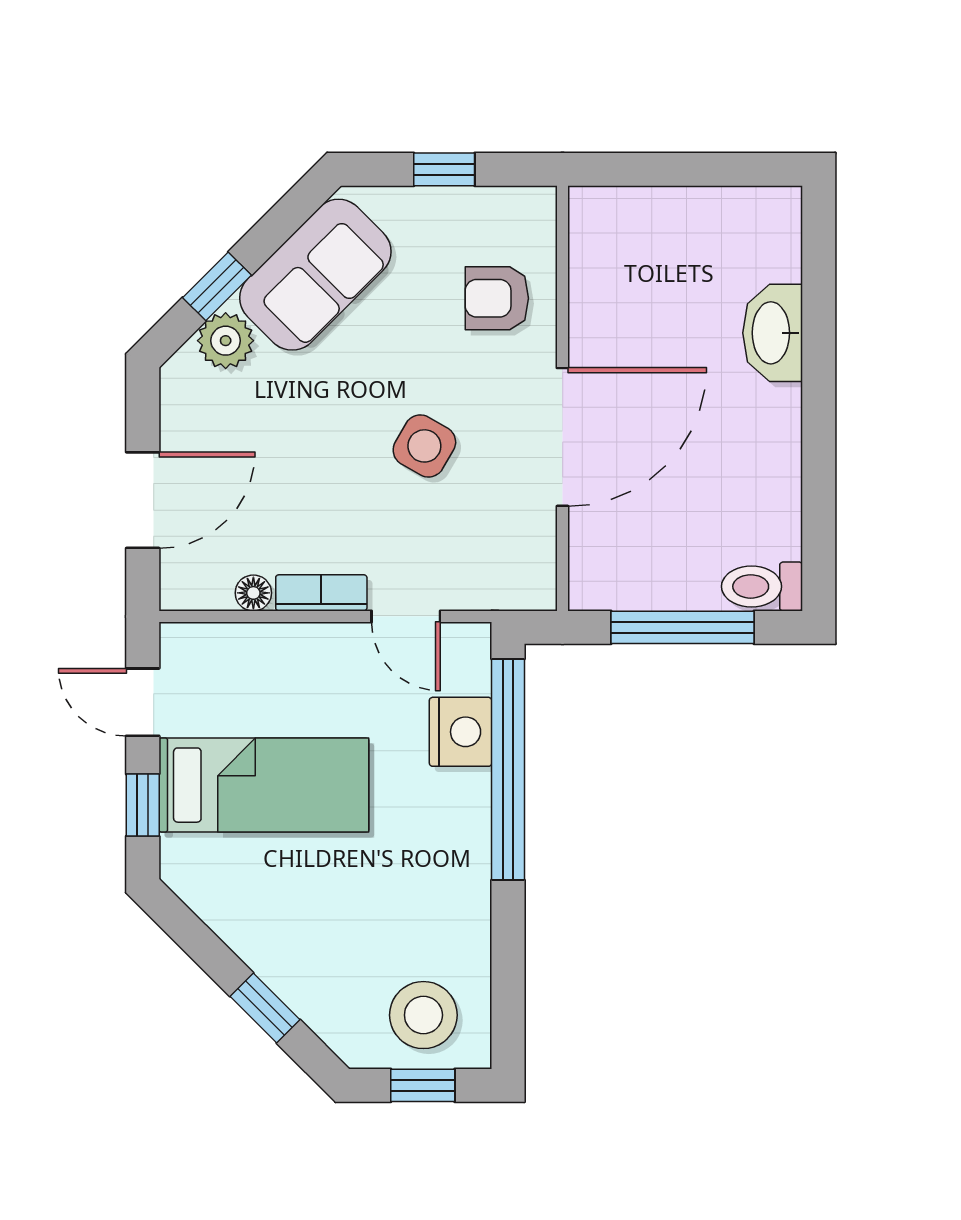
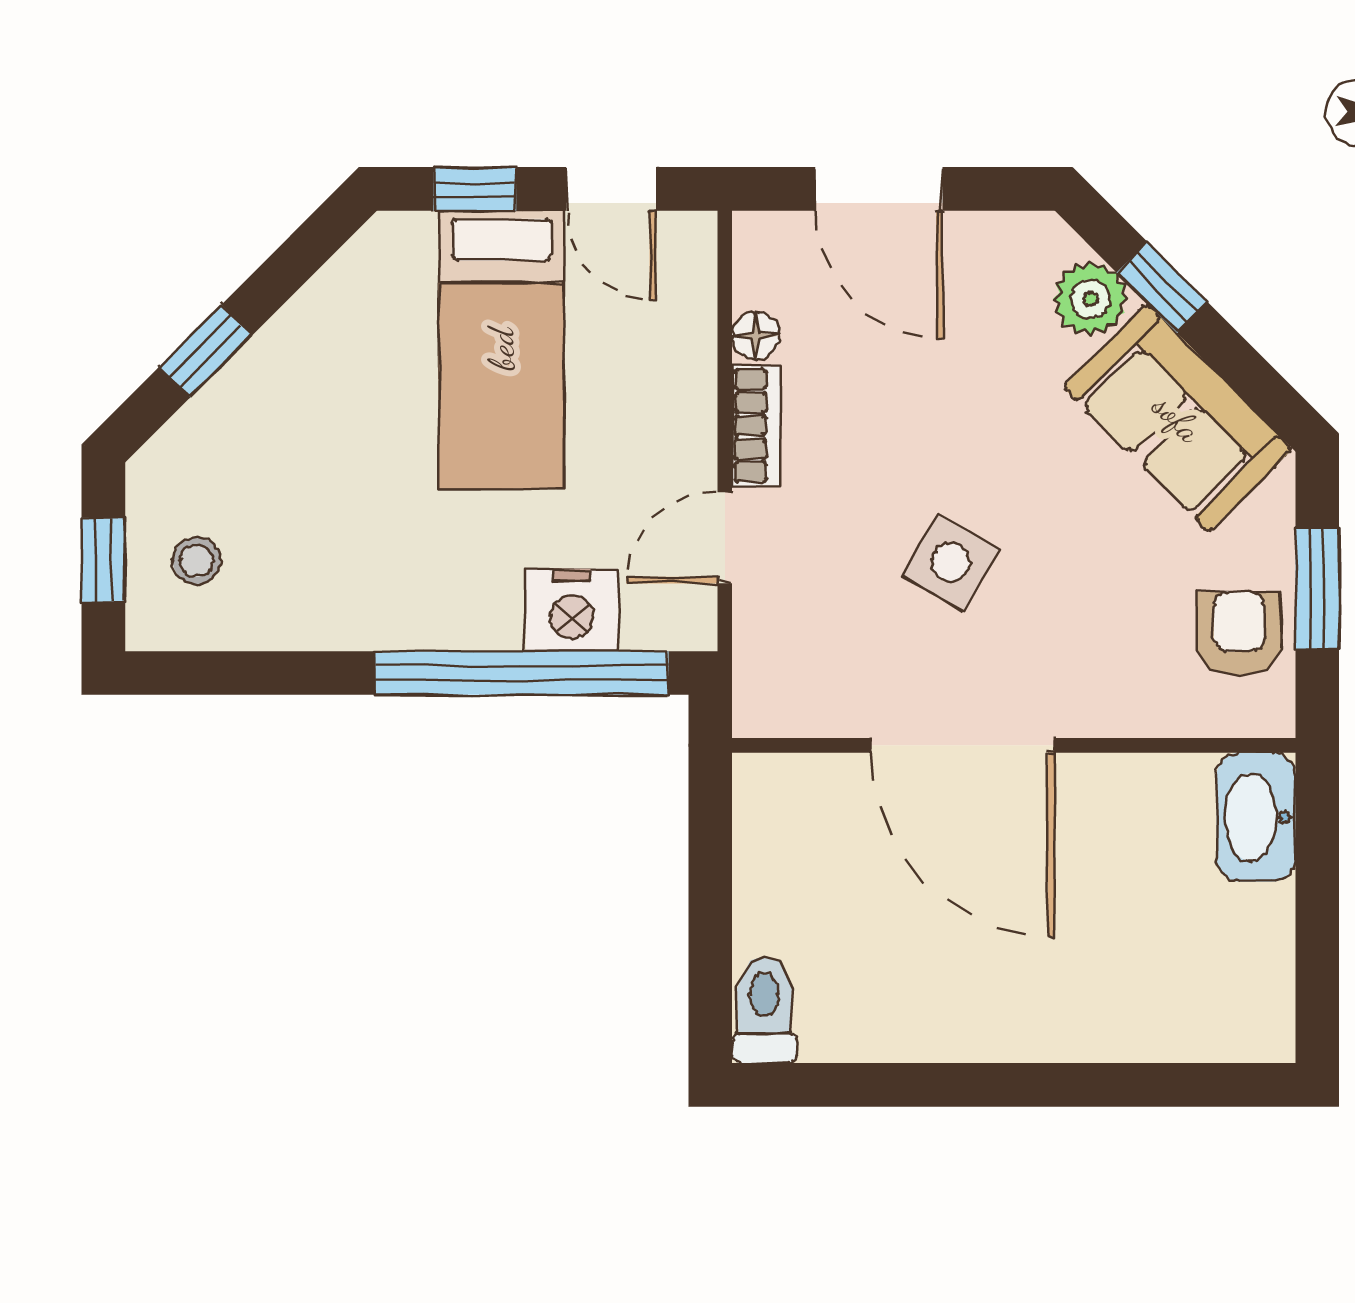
window: (444, 169) -> (1317, 588), width x1.50
armchair: (497, 298) -> (1239, 633), moved
washbasin: (773, 333) -> (1256, 817), moved, turned -90
window: (683, 627) -> (710, 904), removed
door: (143, 702) -> (611, 189), swing flipped
stool: (423, 1015) -> (197, 561), width x0.53, depth x0.53

